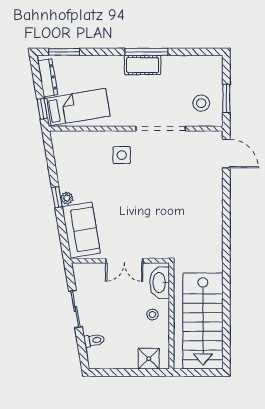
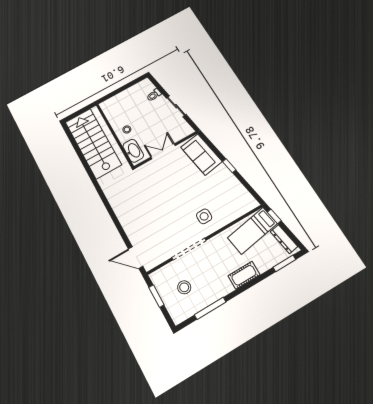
window: (146, 52) -> (210, 308), moved
cot: (143, 65) -> (244, 275), moved
stool: (201, 103) -> (184, 287), moved
plant: (67, 198) -> (223, 169), removed
shower: (149, 359) -> (115, 103), removed

